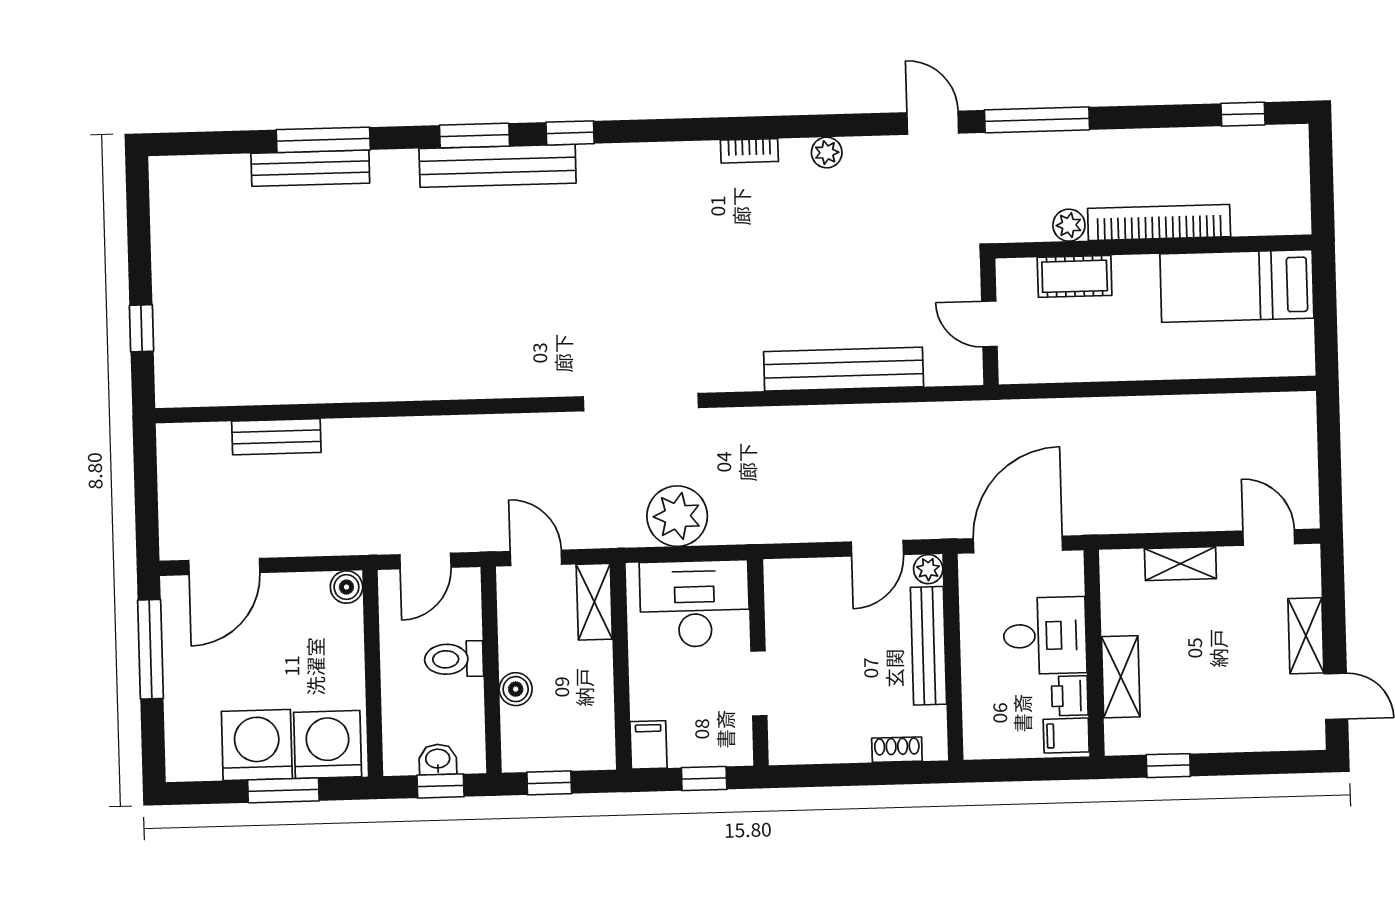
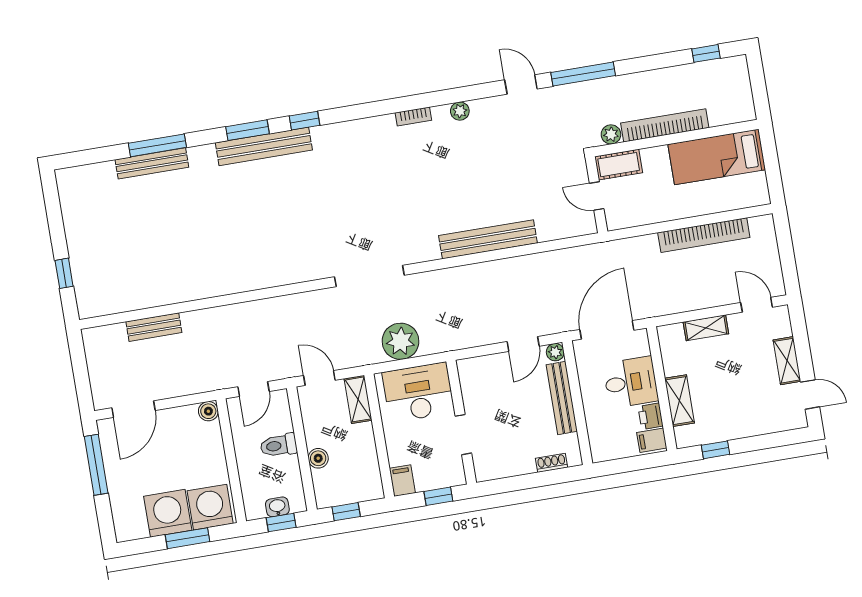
wall: (989, 322) -> (596, 195), moved
door: (989, 324) -> (597, 196), moved
bookcase: (1198, 411) -> (704, 235), added

